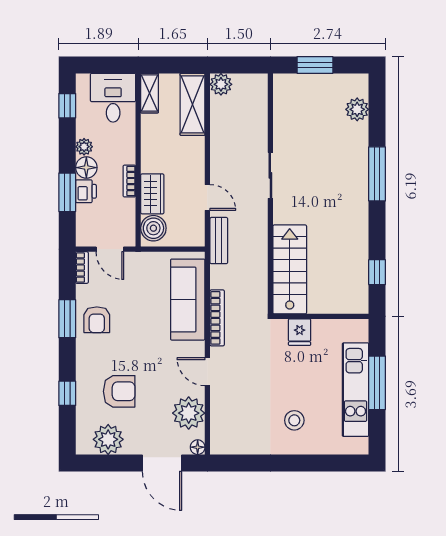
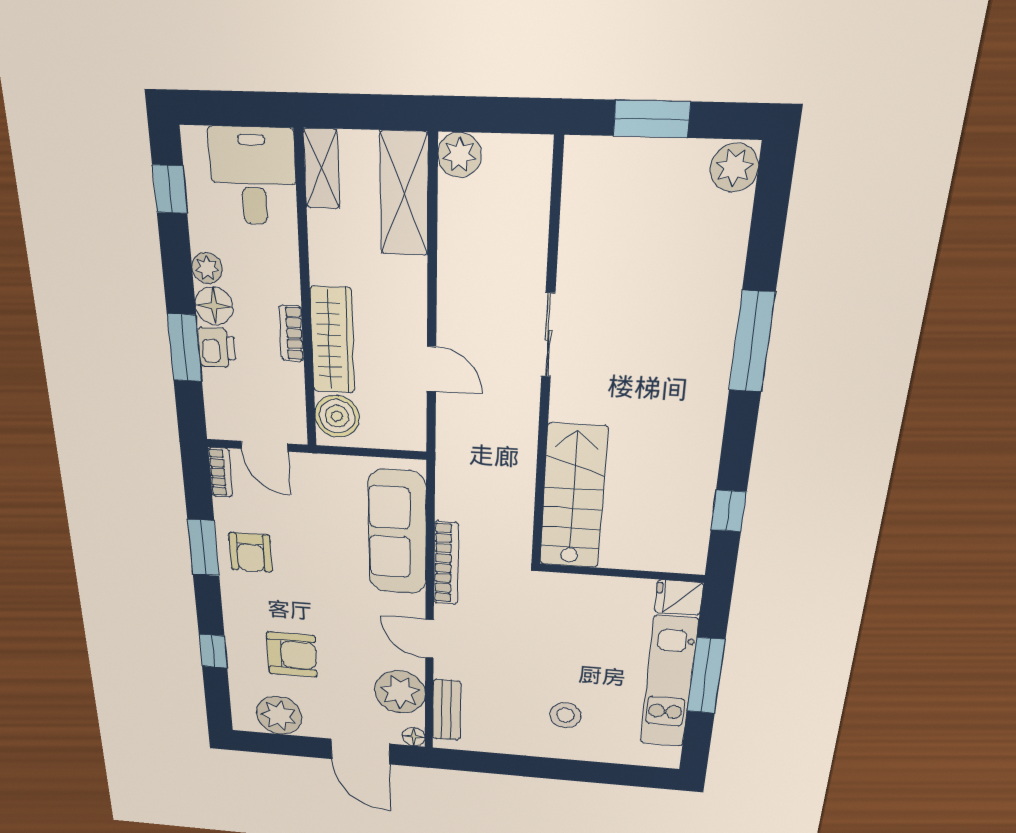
plant: (357, 109) -> (734, 168), moved
wardrobe: (152, 194) -> (332, 340), width x1.50
bench: (219, 241) -> (447, 710), moved
fridge: (300, 332) -> (679, 598), moved, turned 90

